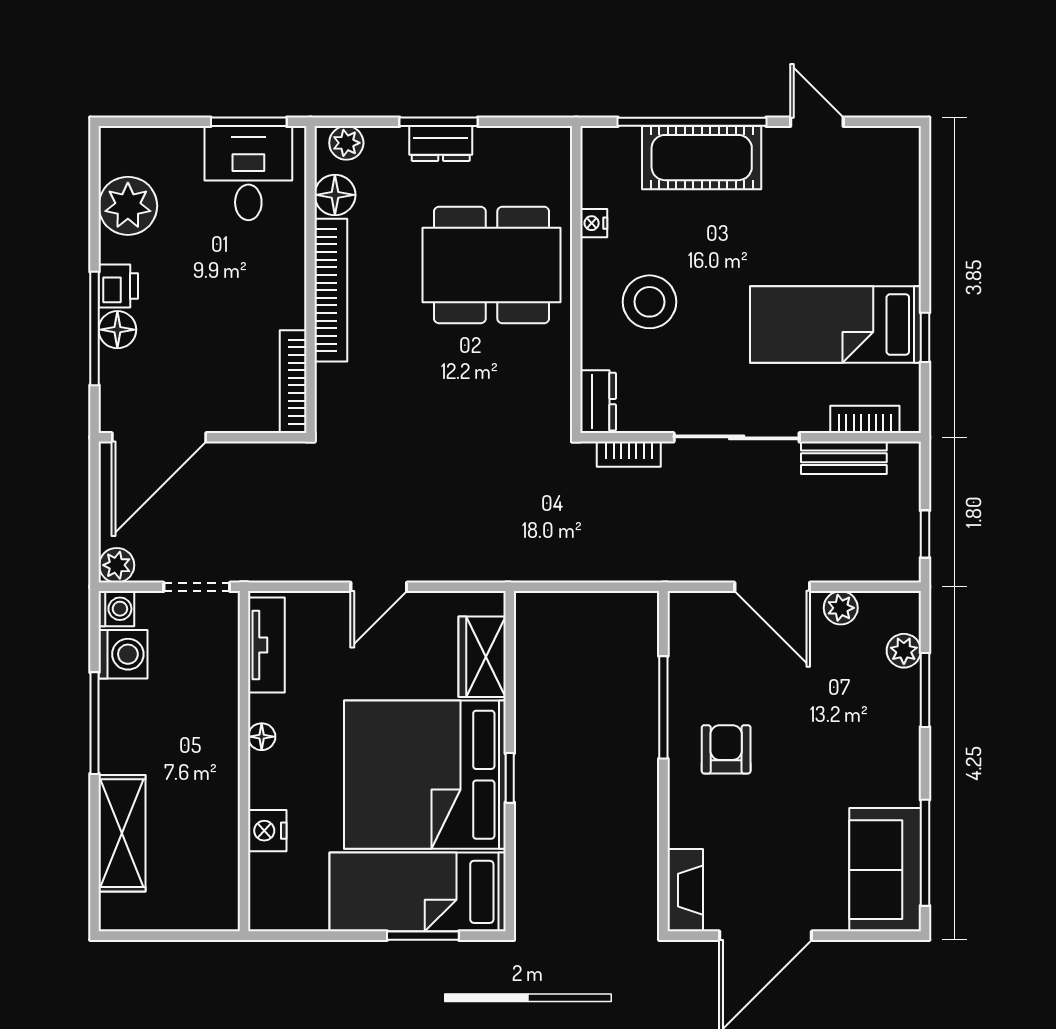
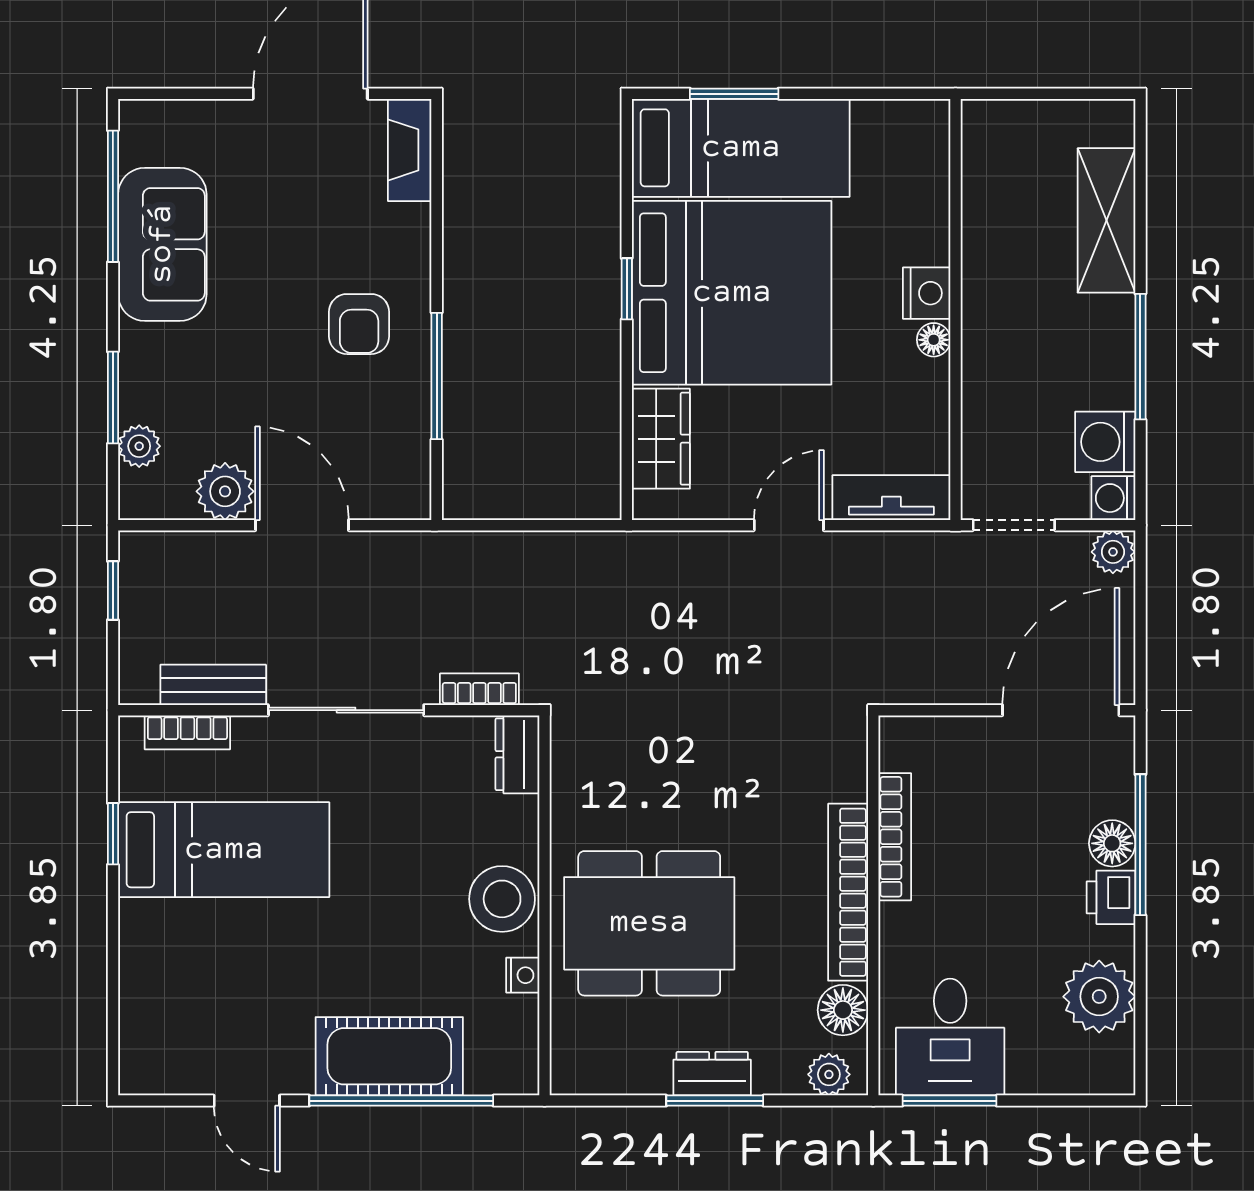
stool: (650, 302) -> (502, 899), moved
bookcase: (293, 382) -> (895, 837), moved
plant: (841, 608) -> (225, 491), width x1.38, depth x1.38
tv unit: (266, 645) -> (891, 498), moved, turned 90
nightstand: (267, 831) -> (927, 293), moved
sofa: (885, 870) -> (162, 244), moved

